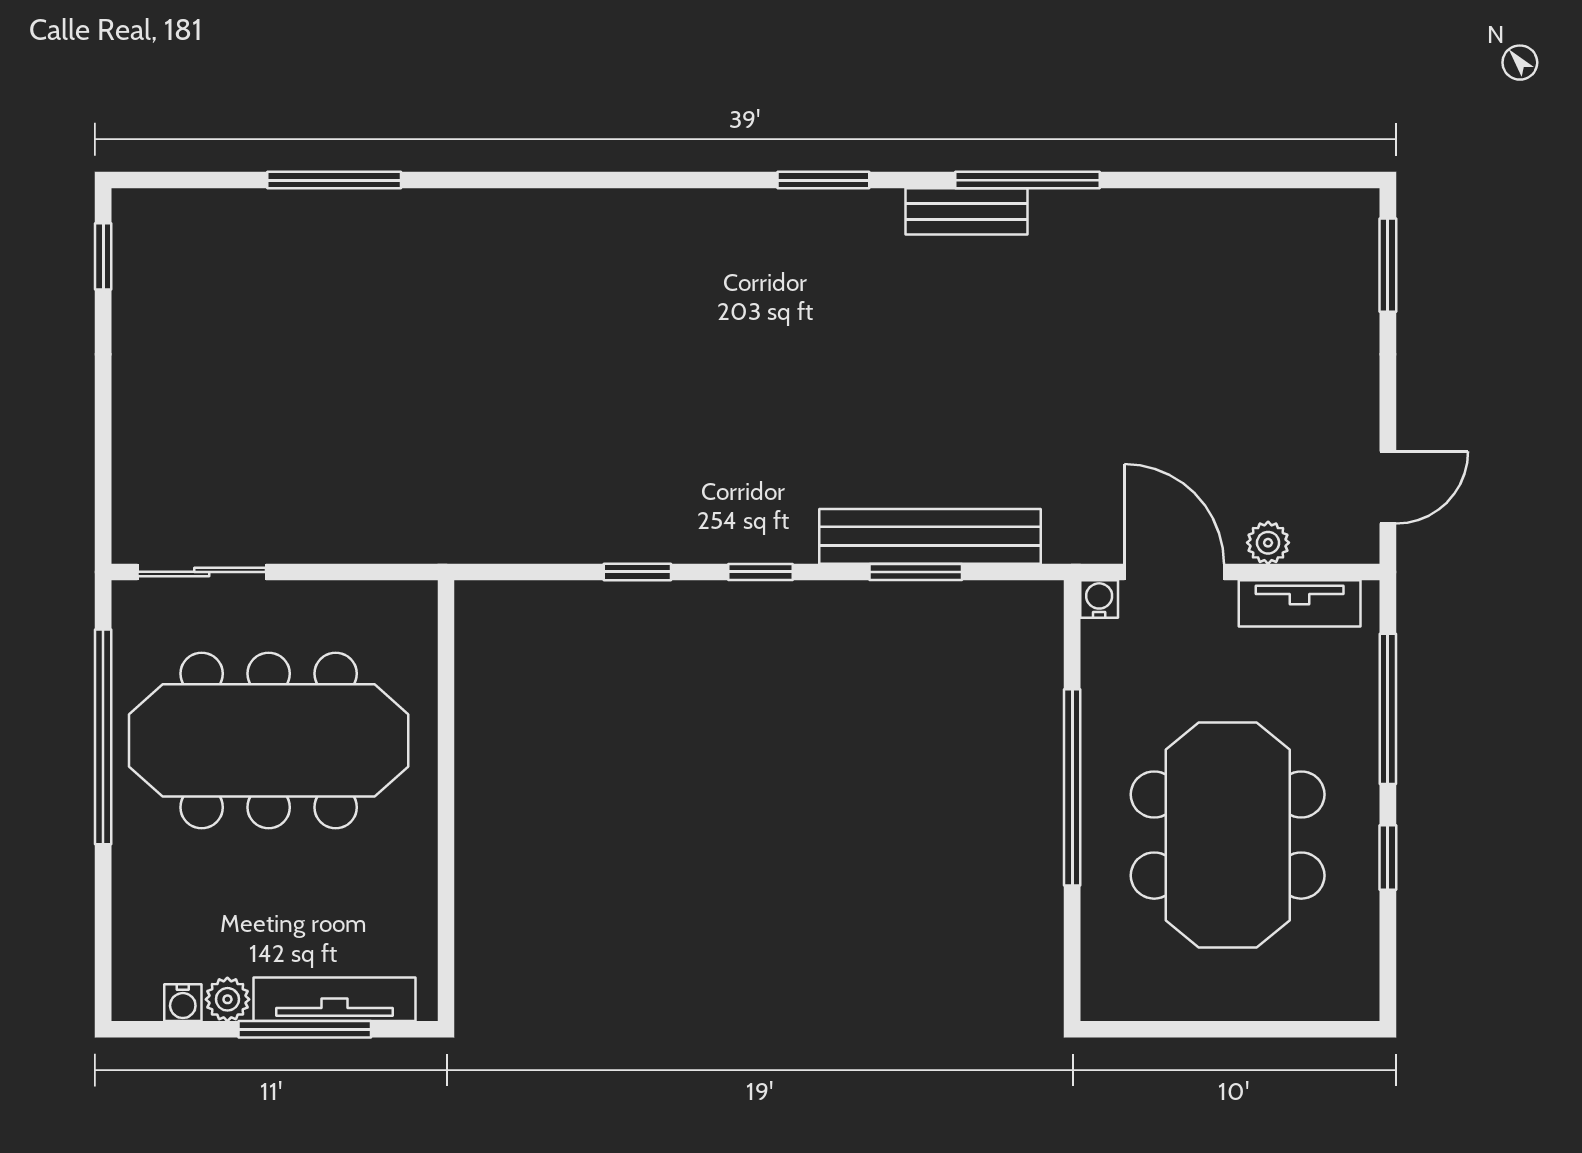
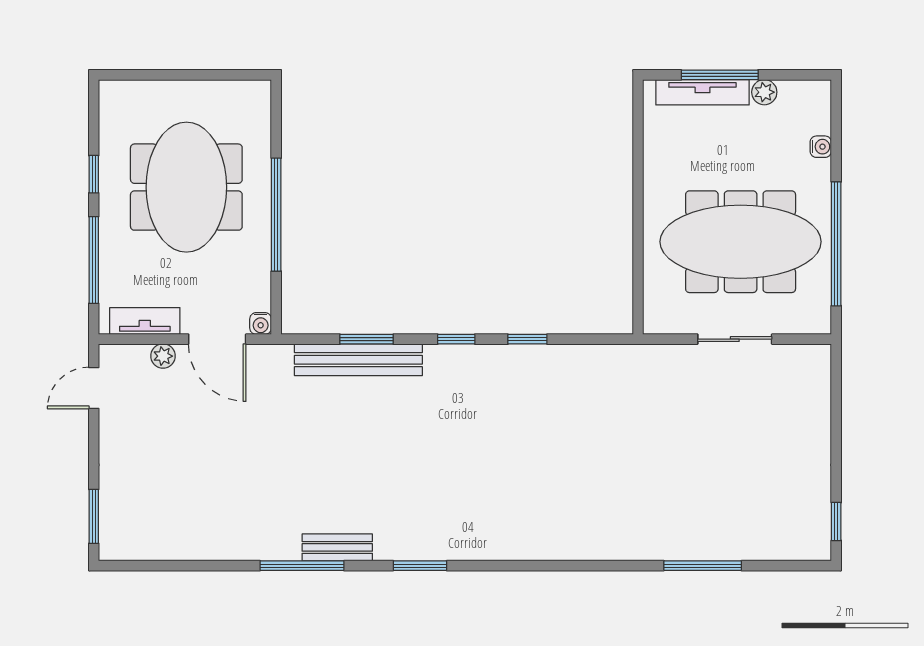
sliding door: (202, 572) -> (735, 339), moved
water cooler: (183, 1003) -> (821, 147), moved, turned 90

